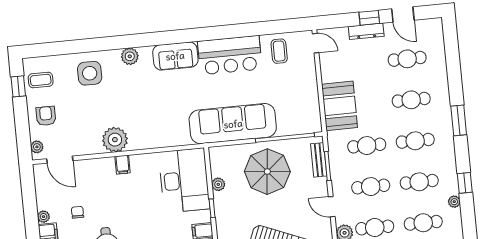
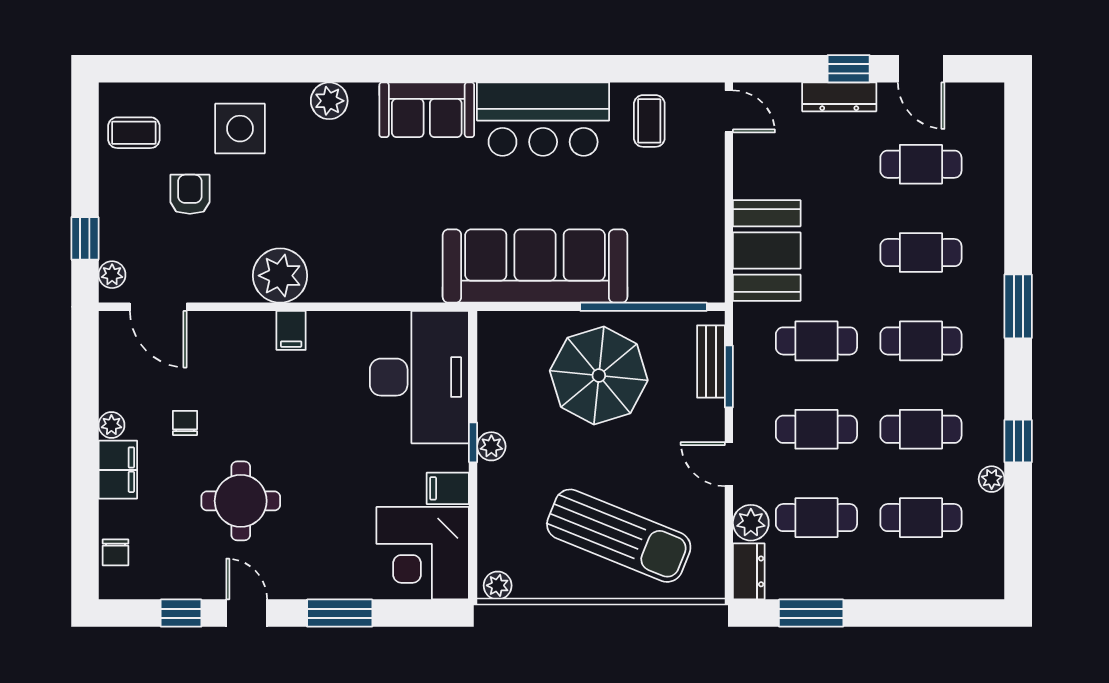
window: (18, 86) -> (85, 238), moved
armchair: (46, 116) -> (190, 194), moved
plant: (218, 184) -> (491, 446), moved

